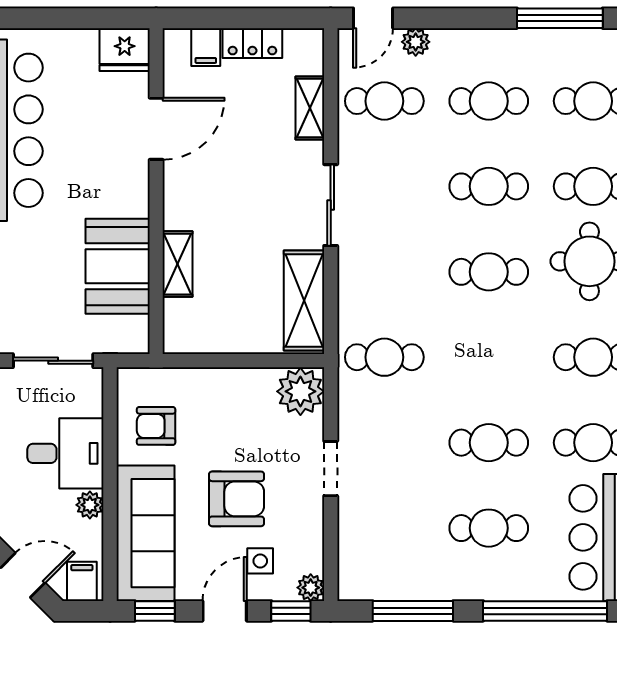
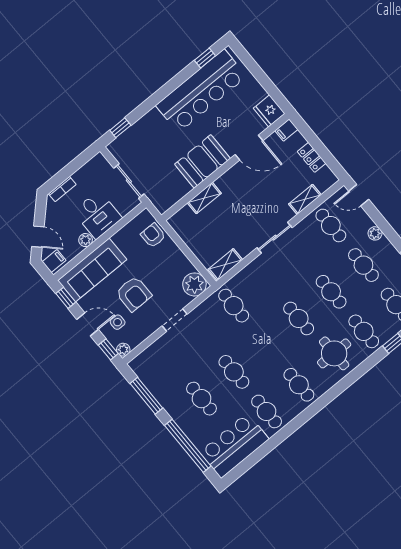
plant: (416, 42) -> (375, 233), moved
filing cabinet: (206, 47) -> (286, 130), moved
booth: (118, 266) -> (203, 161), moved
shelving: (304, 301) -> (225, 265), width x0.67, depth x0.75
armchair: (156, 426) -> (153, 235), moved

